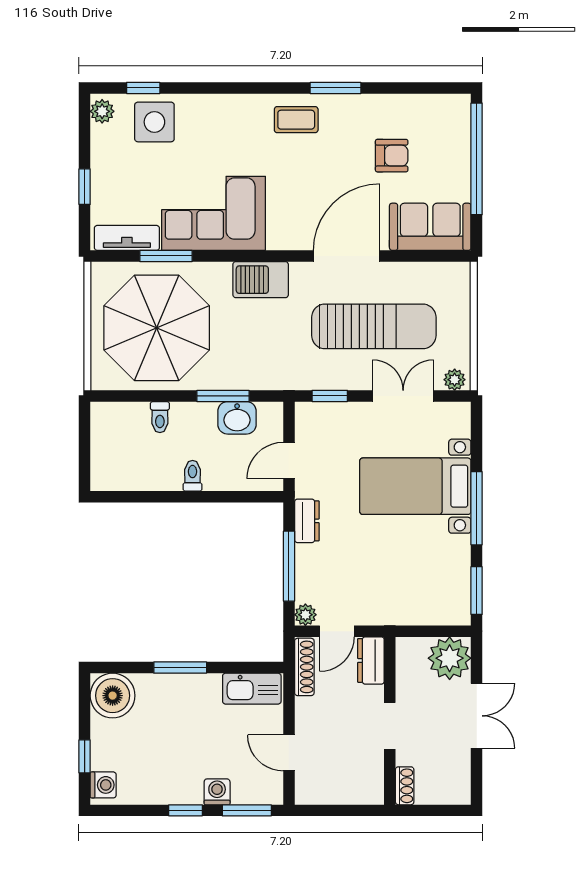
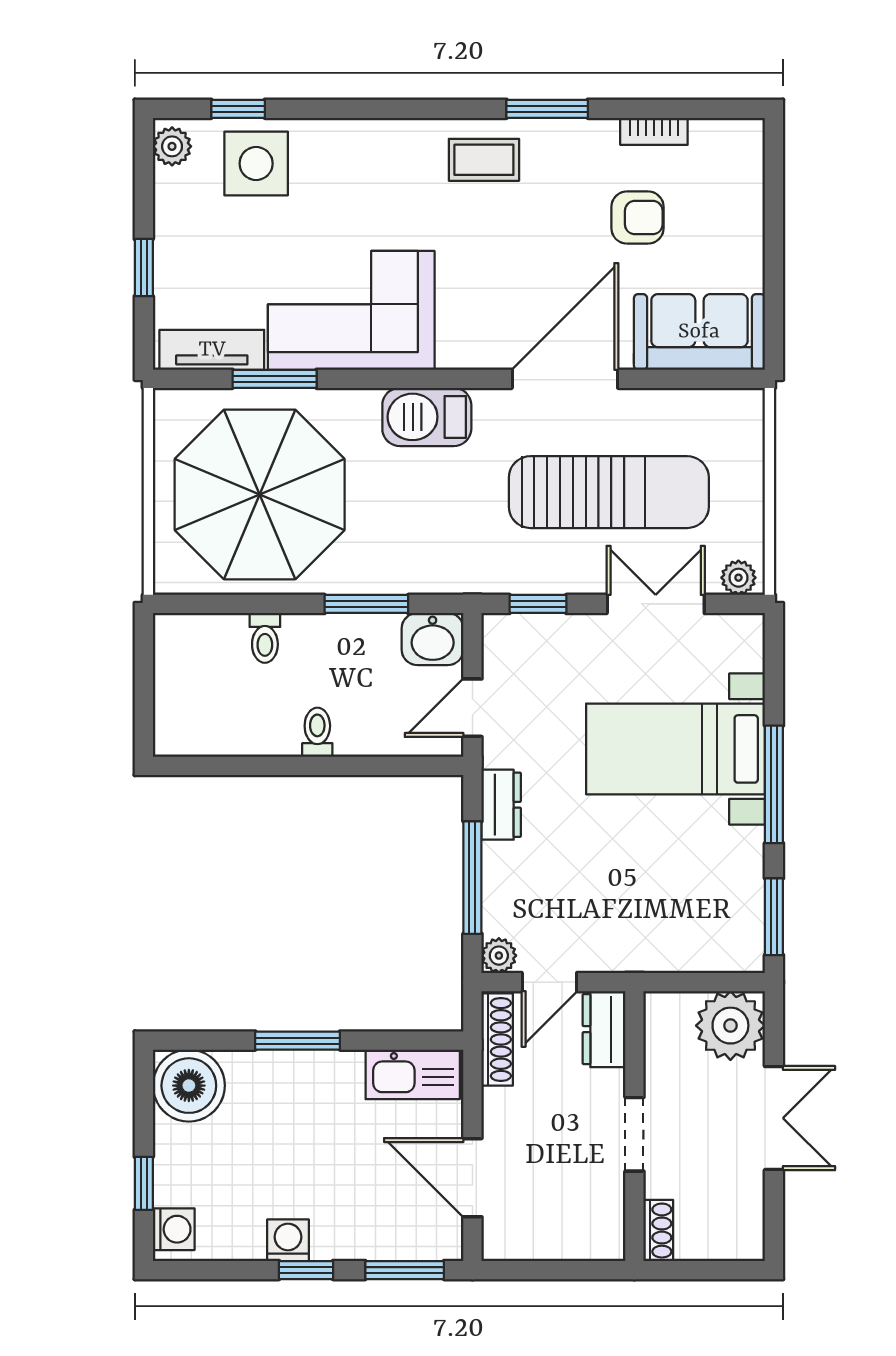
bookcase: (402, 102) -> (654, 131), added
window: (477, 159) -> (774, 223), removed
washbasin: (237, 418) -> (433, 639), moved
door: (289, 753) -> (472, 1178), width x1.38
washing machine: (217, 792) -> (288, 1240), moved

